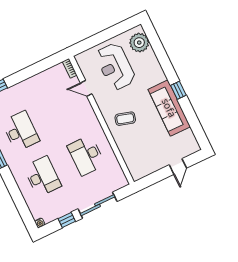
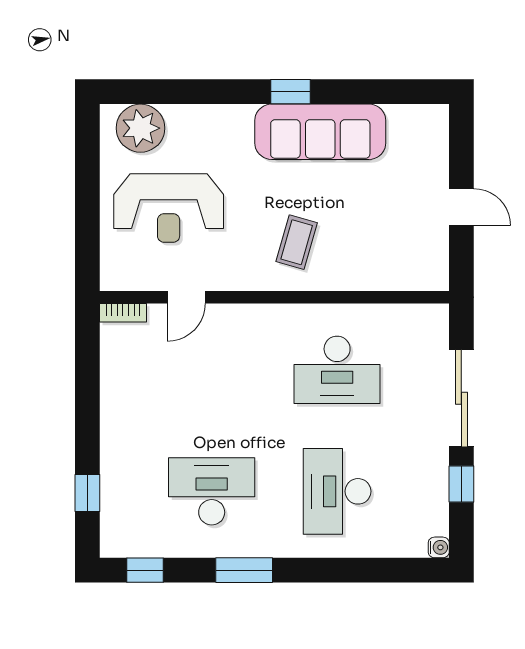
door: (178, 166) -> (461, 207), moved
desk: (42, 176) -> (337, 491), turned -90

